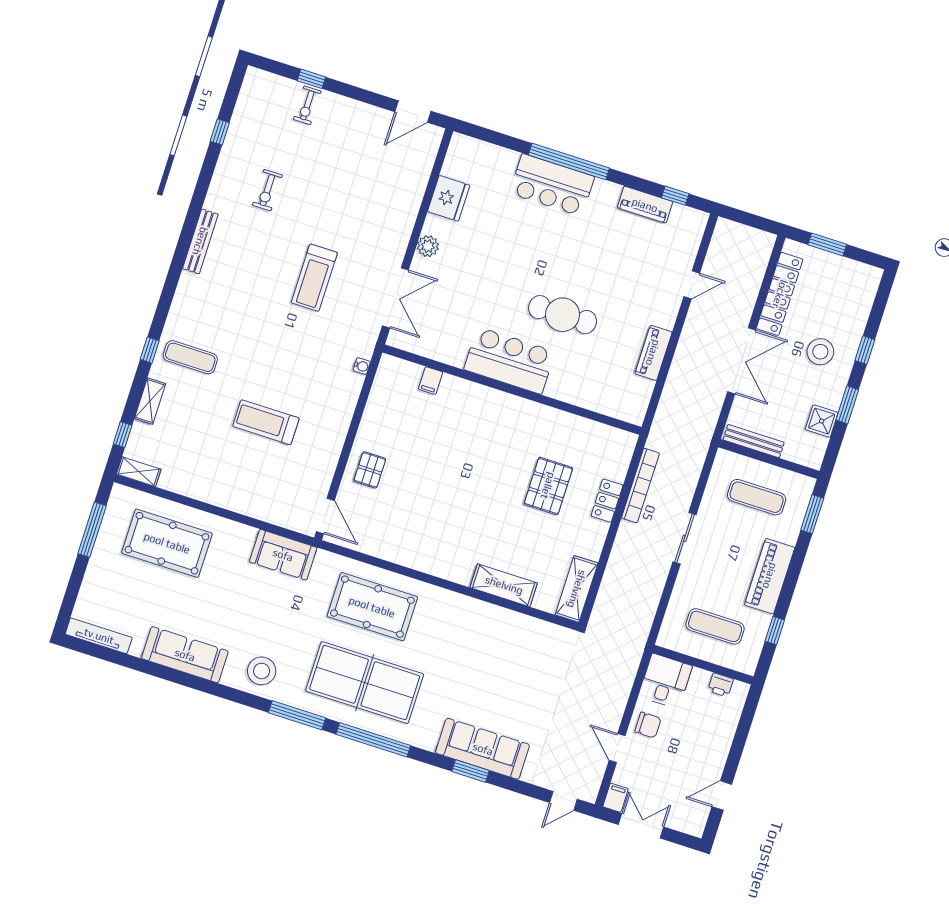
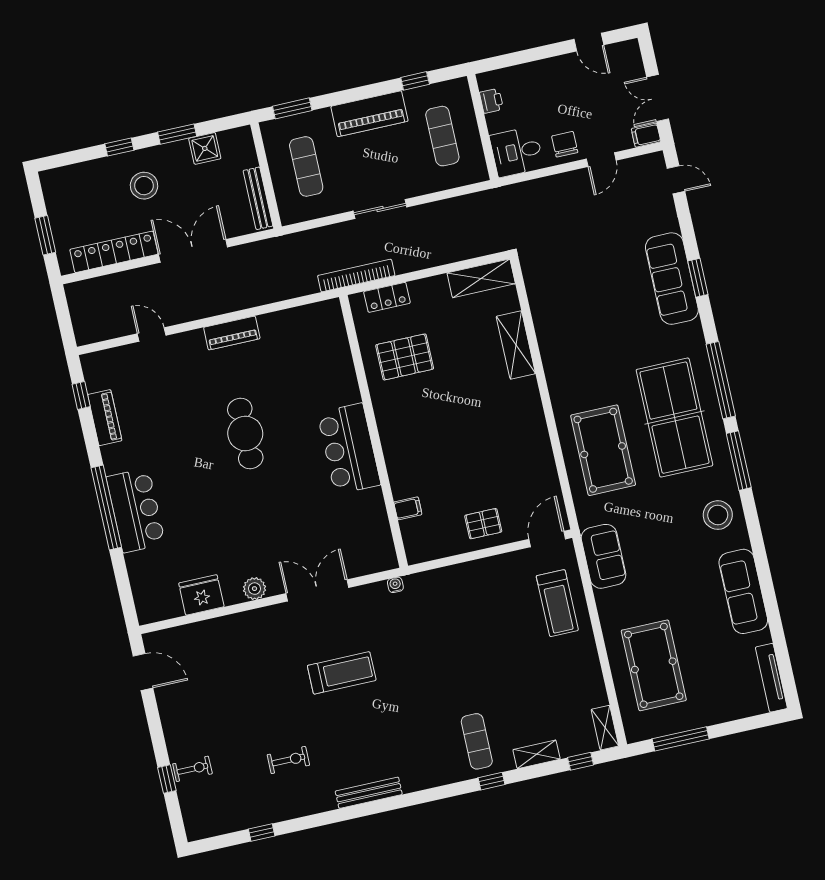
bar counter: (509, 361) -> (349, 449), moved
filing cabinet: (431, 381) -> (408, 508), moved
wall: (512, 390) -> (373, 431), moved
treadmill: (266, 422) -> (557, 603), moved

